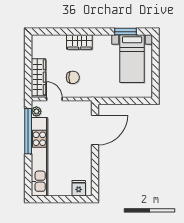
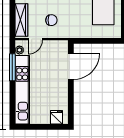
door: (54, 99) -> (35, 39), swing flipped
window: (28, 131) -> (12, 67), width x0.68

